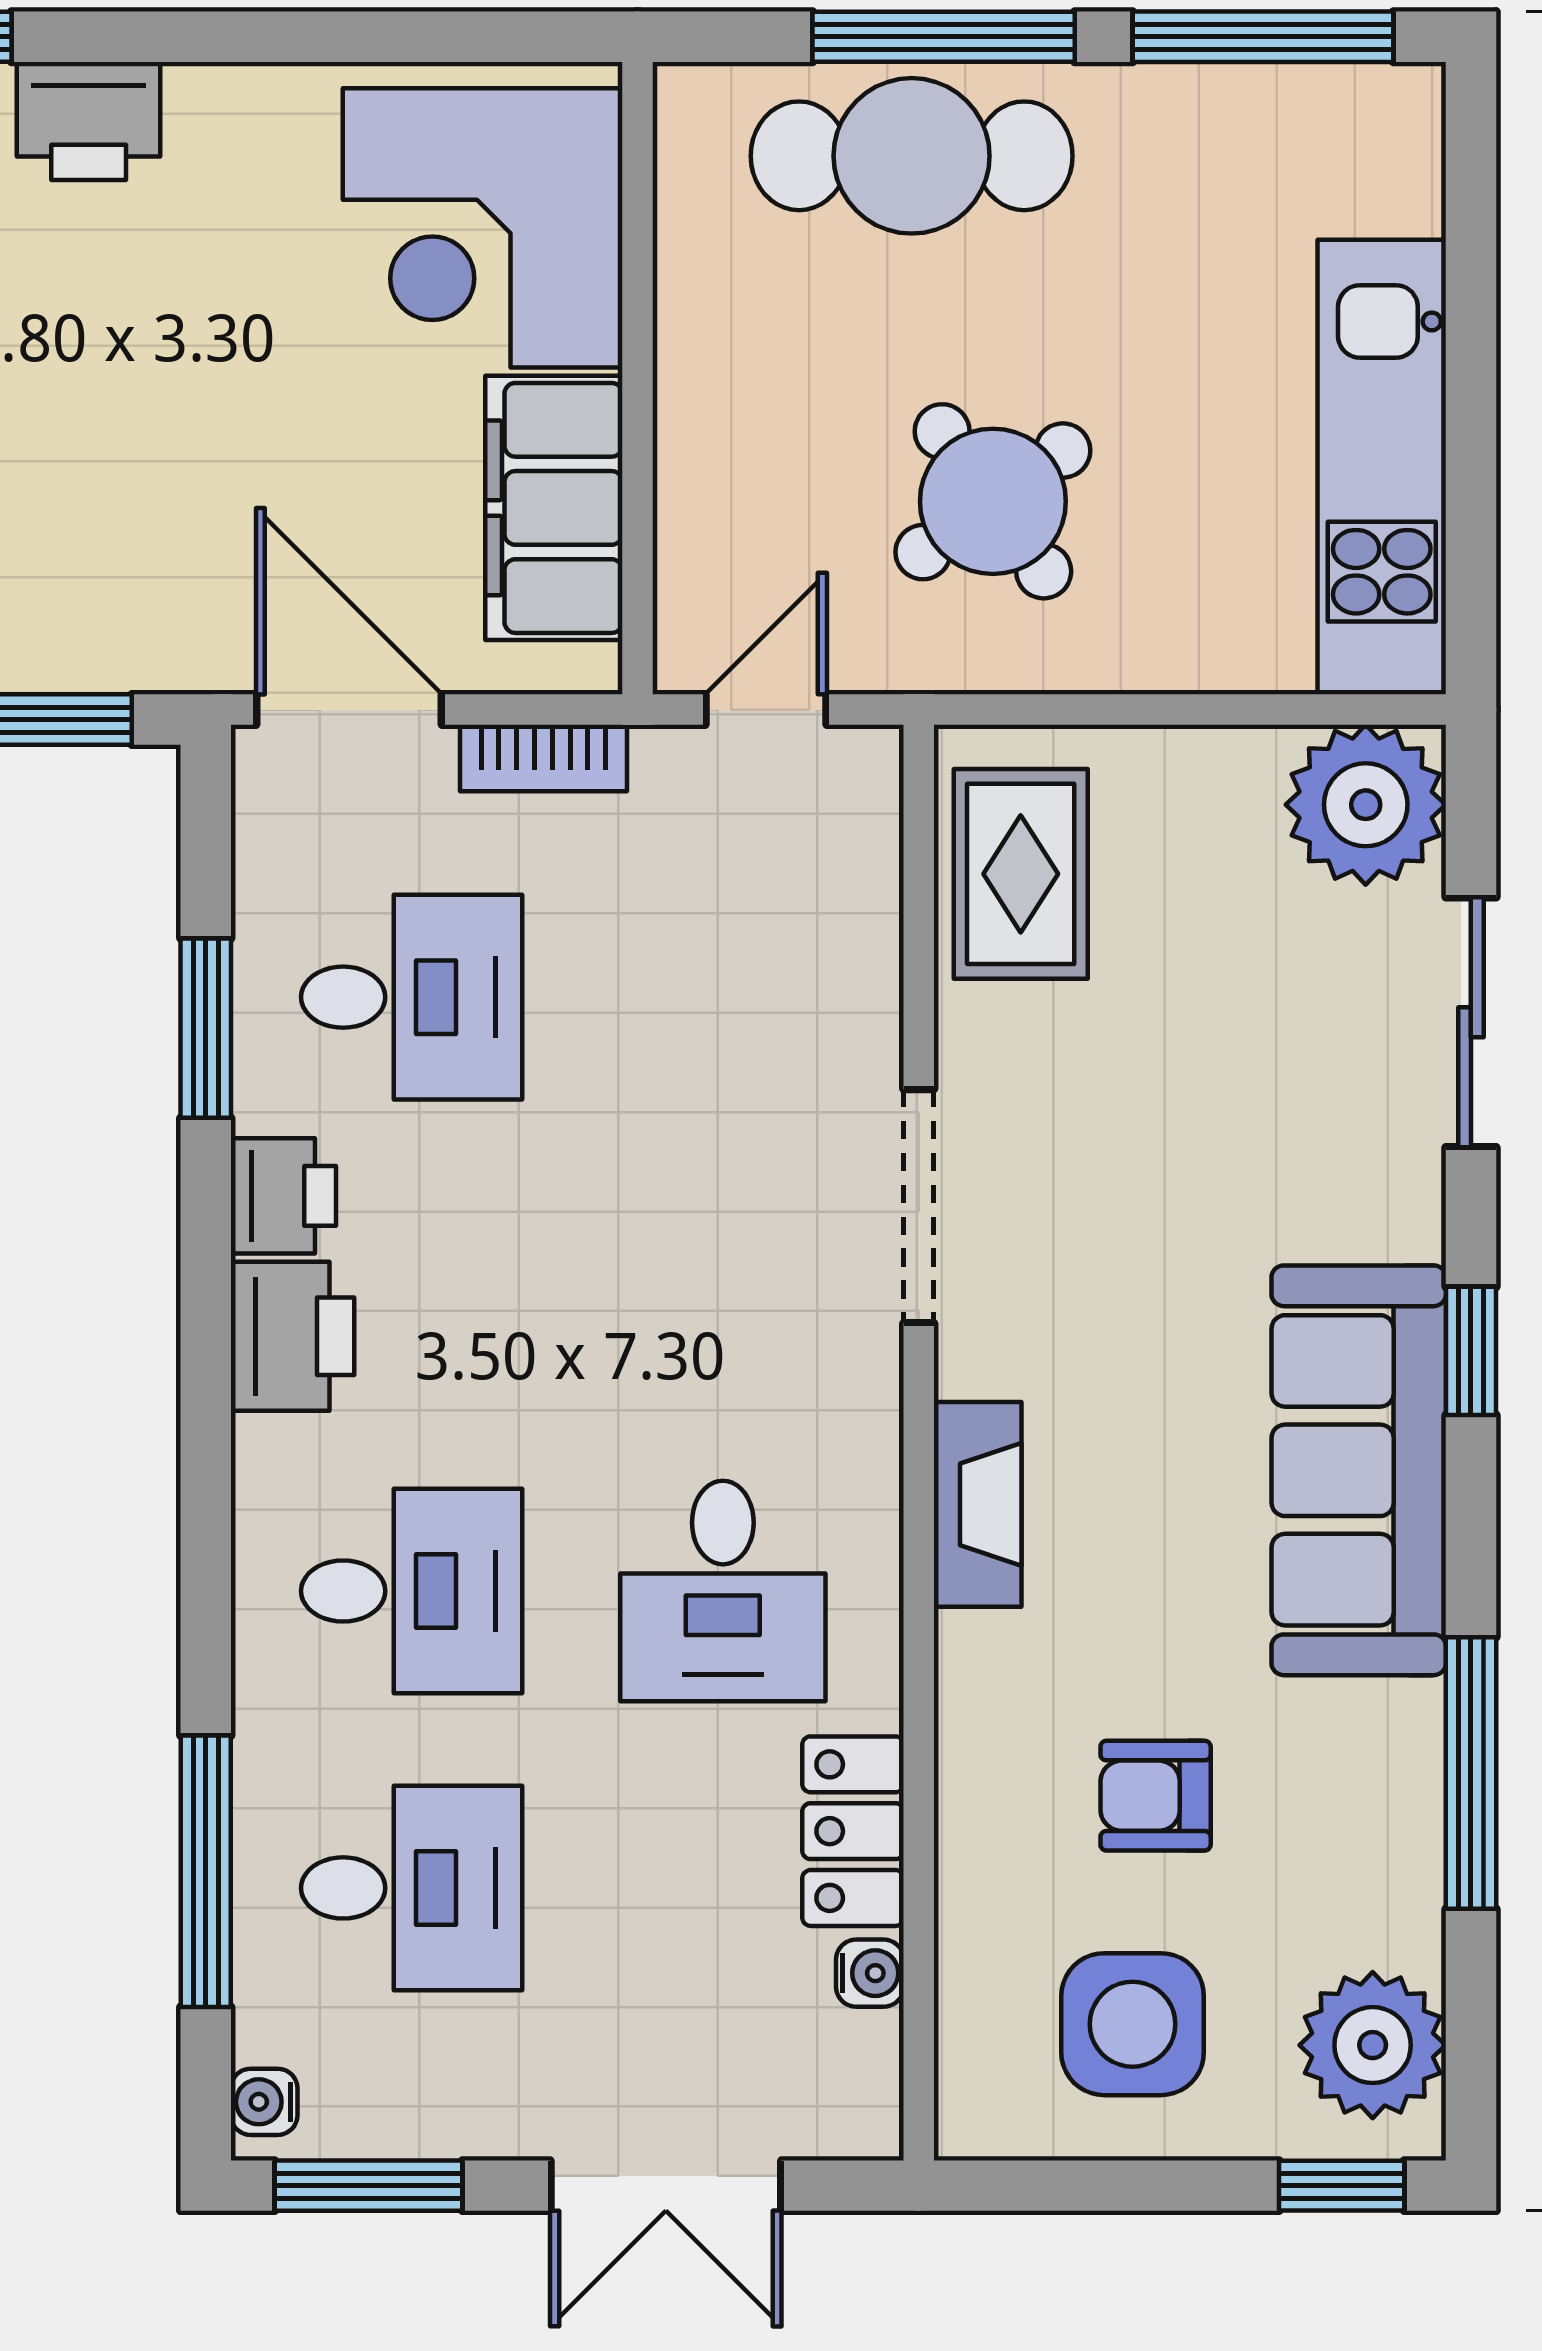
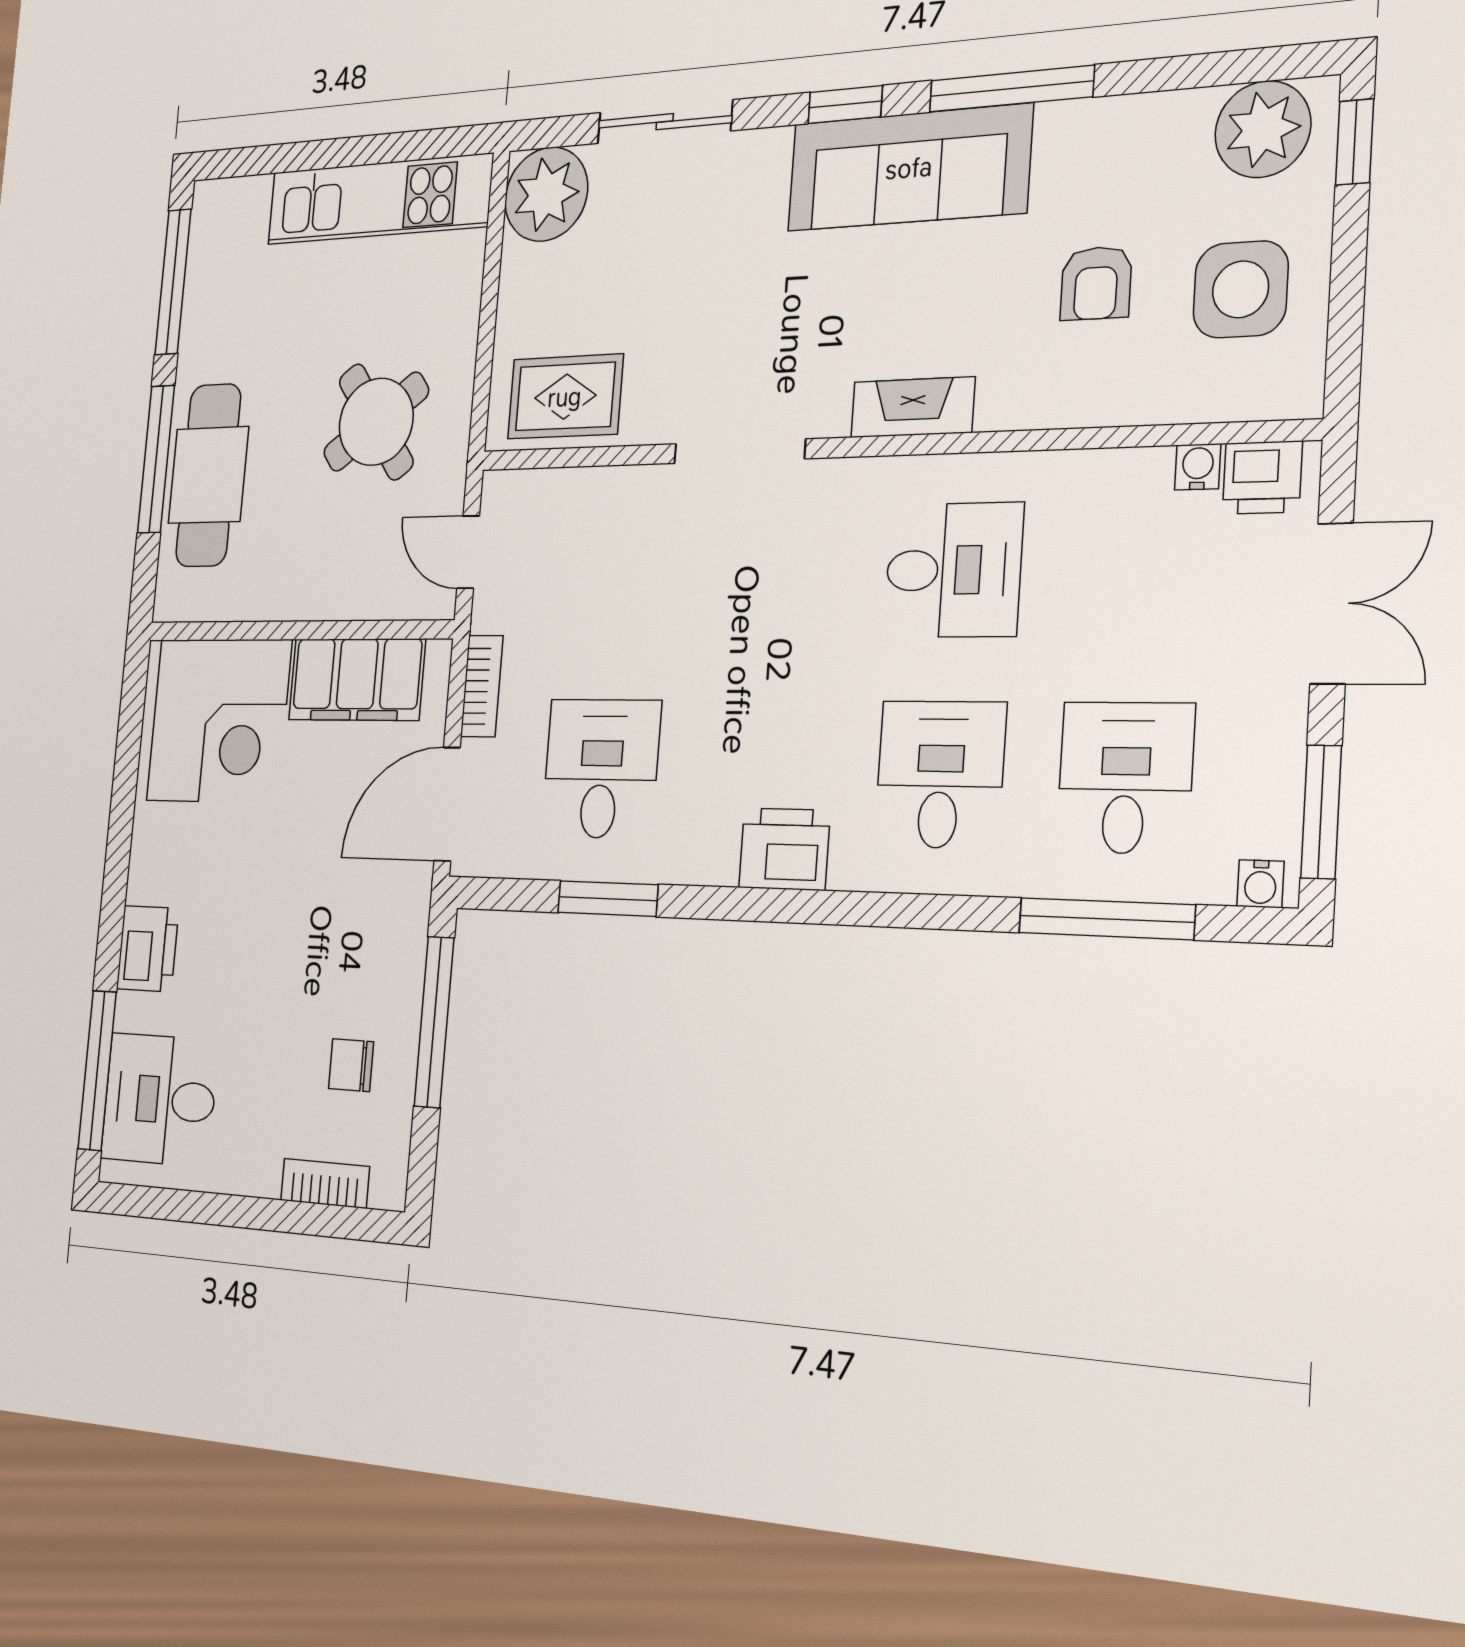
printer: (283, 1196) -> (1262, 477), moved, turned 180
window: (1471, 1773) -> (1011, 89), moved
locker: (853, 1831) -> (1106, 481), removed

